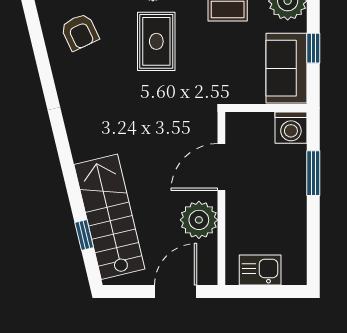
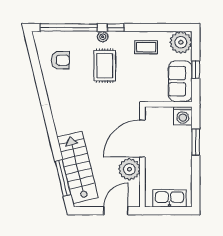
armchair: (80, 32) -> (60, 60), turned -65
door: (221, 167) -> (142, 139), width x1.36
window: (84, 235) -> (63, 178), width x2.17
kitchen sink: (260, 270) -> (169, 198), width x1.38

